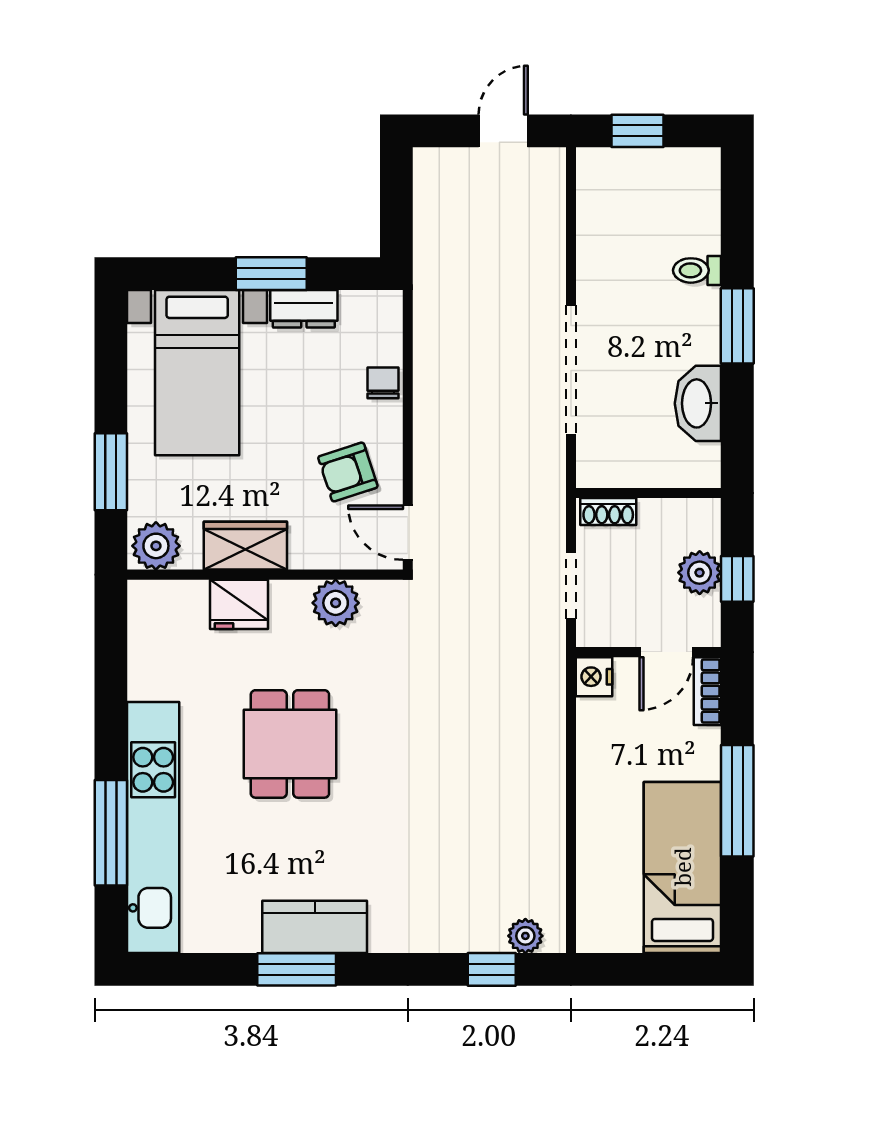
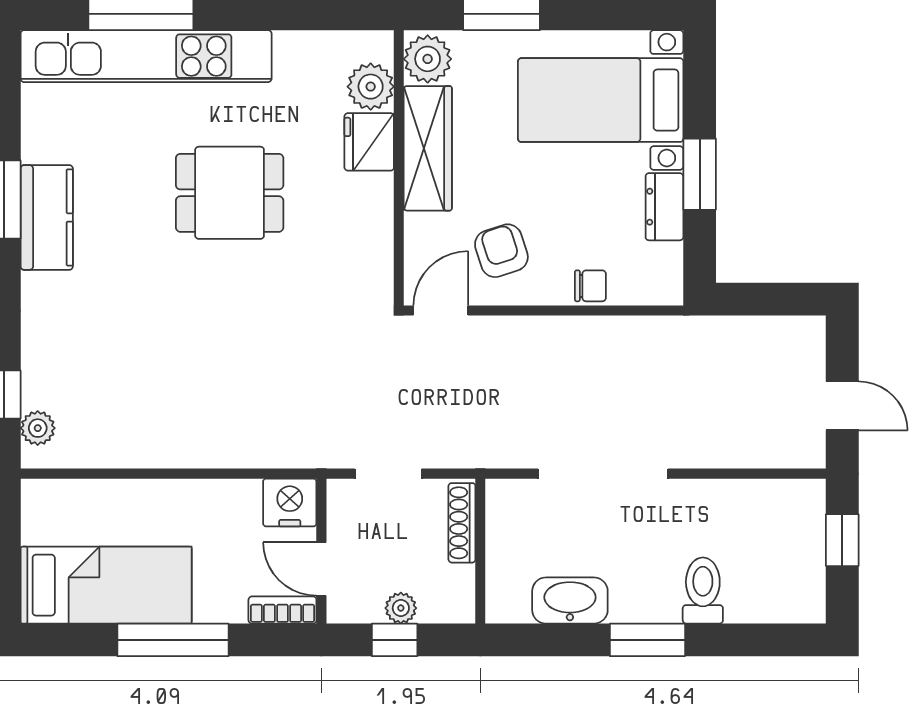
toilet: (697, 270) -> (703, 591), width x1.37, depth x1.39
shoe rack: (608, 511) -> (462, 523), width x1.43
wardrobe: (245, 546) -> (428, 148), width x1.50
plant: (700, 573) -> (401, 608), width x0.73, depth x0.73
plant: (336, 603) -> (371, 87), moved
nightstand: (594, 677) -> (290, 502), width x1.36, depth x1.33

